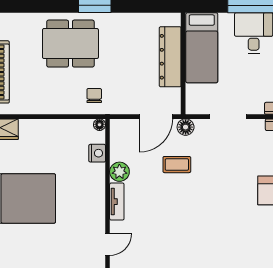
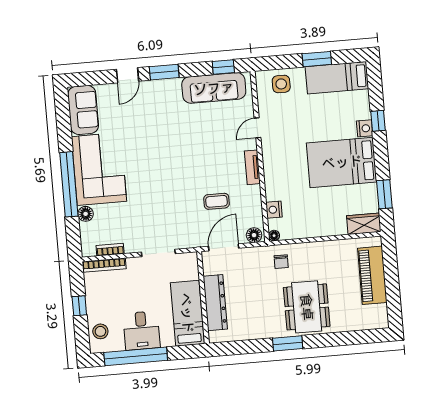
dining table: (70, 44) -> (307, 307), turned 90
floor lamp: (186, 127) -> (254, 235), moved
coffee table: (177, 165) -> (216, 201), moved
plant: (119, 172) -> (252, 195), removed

